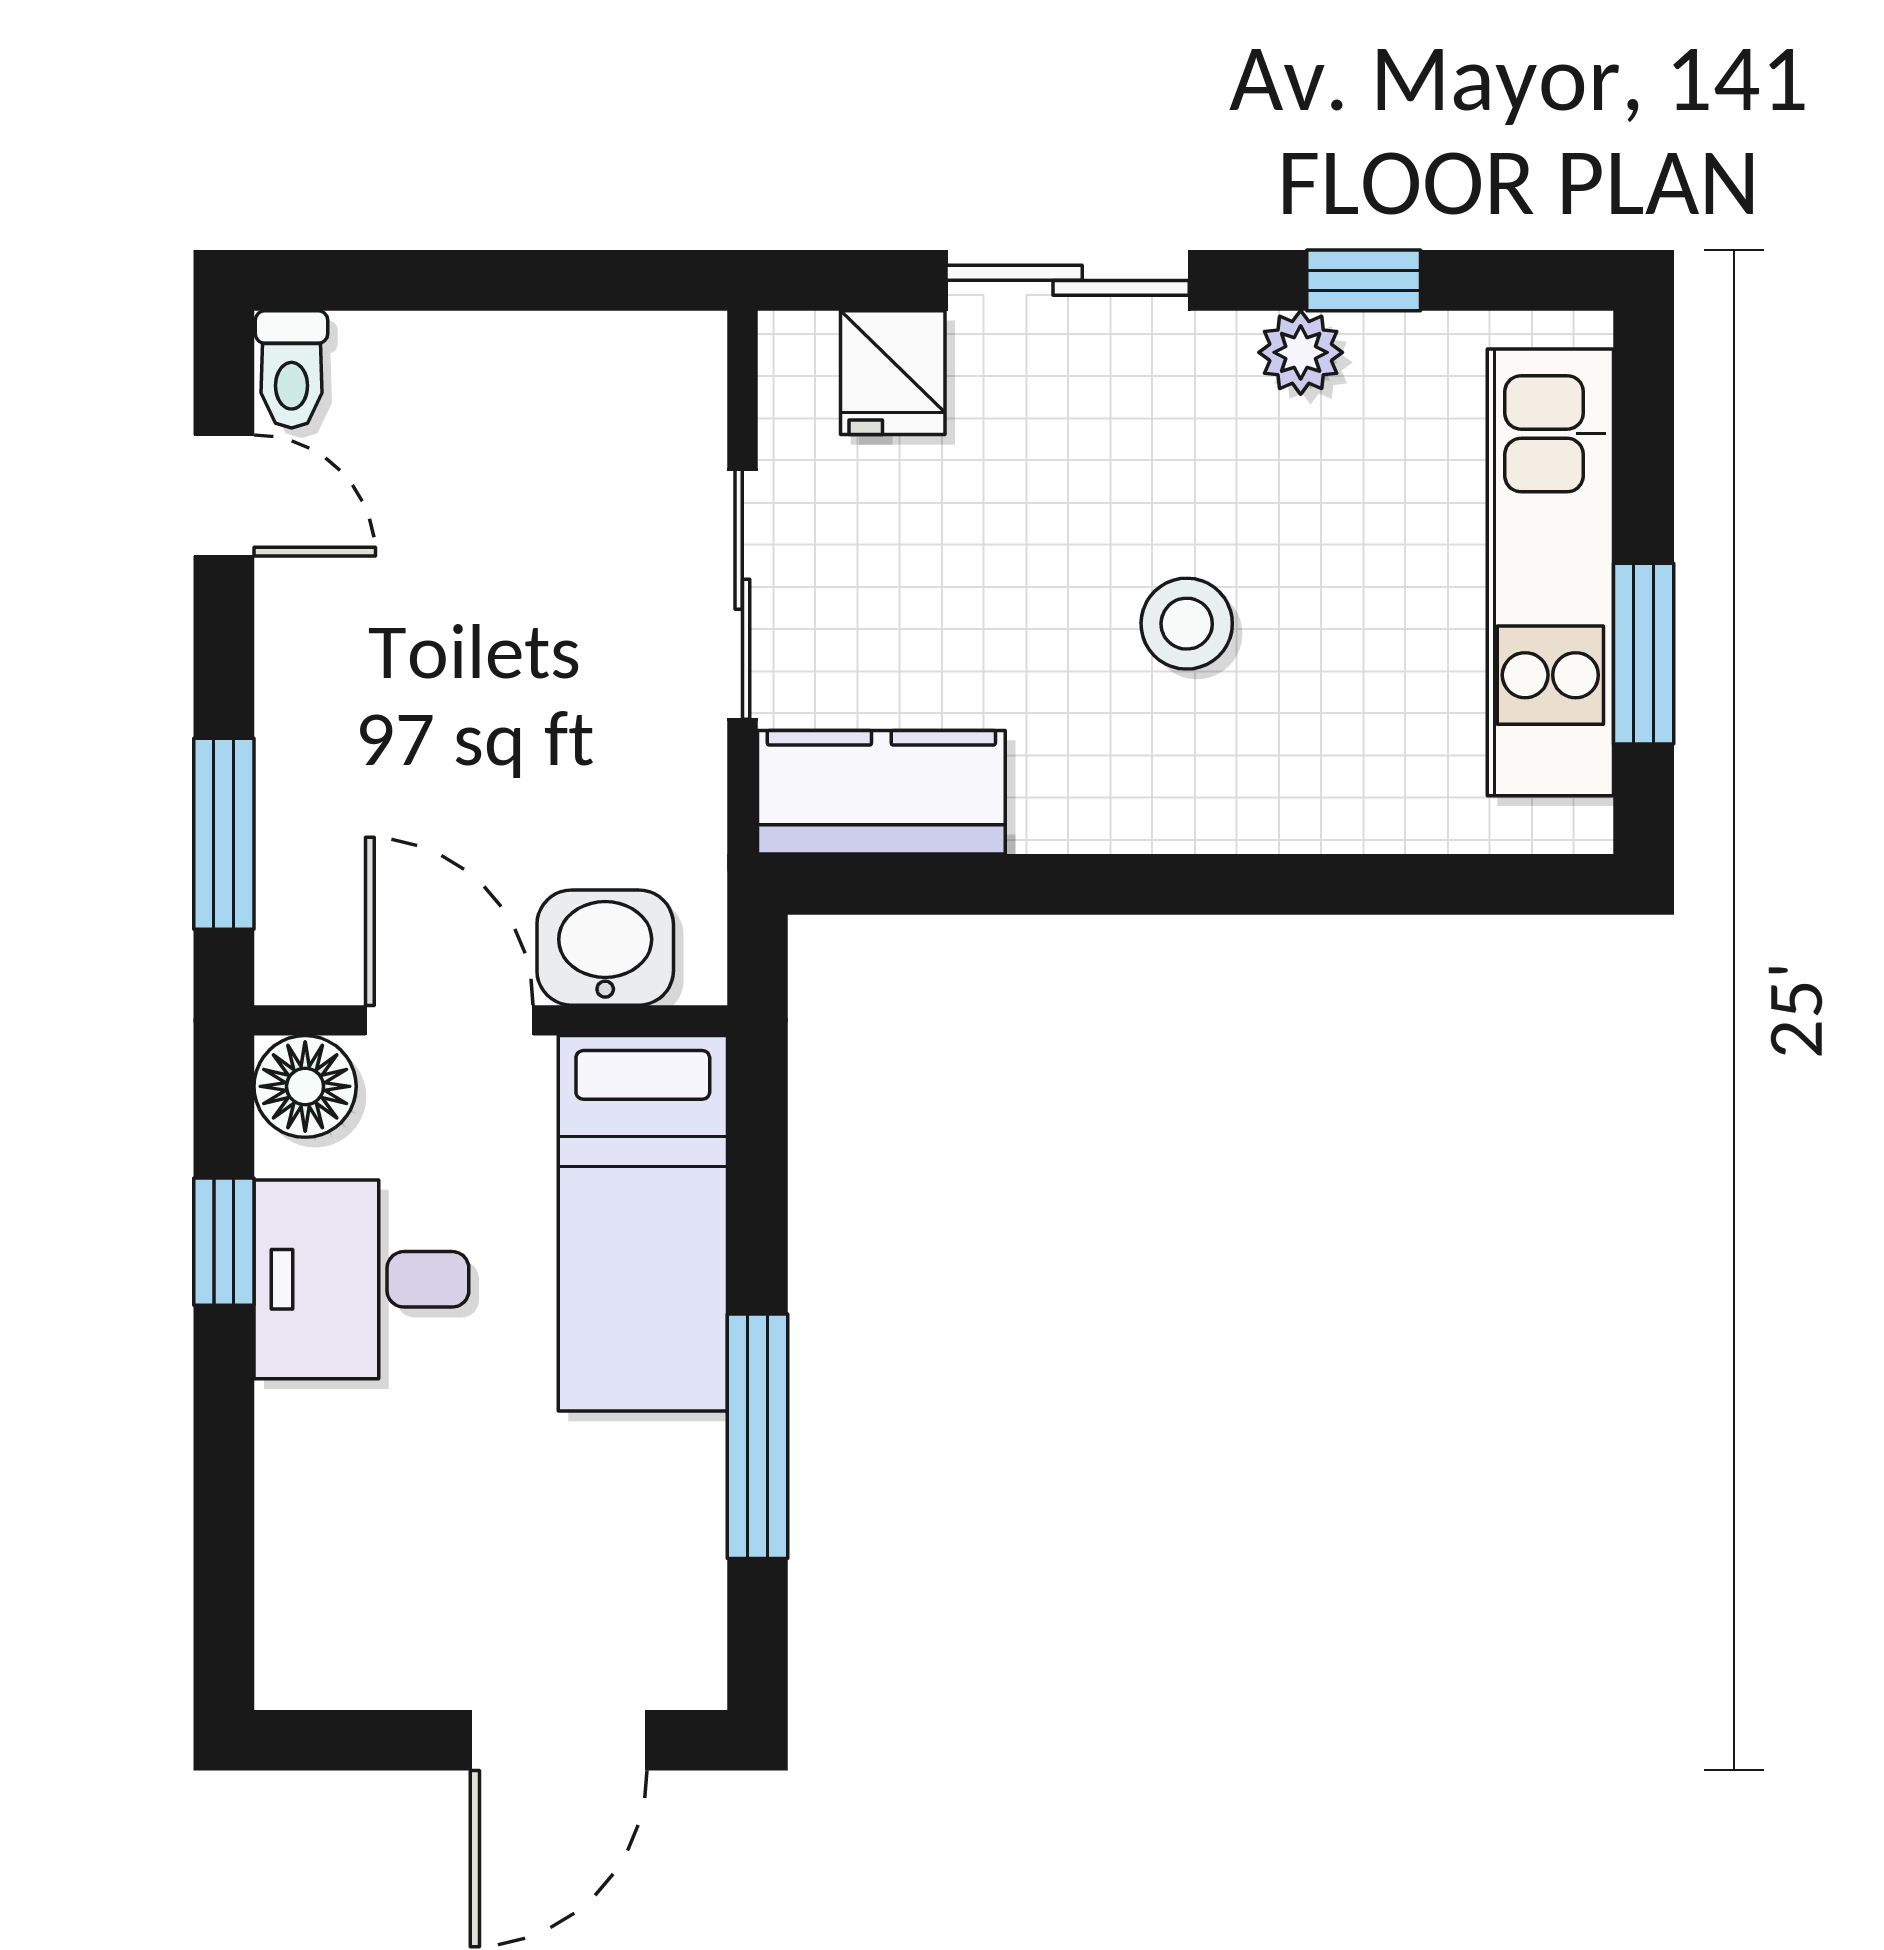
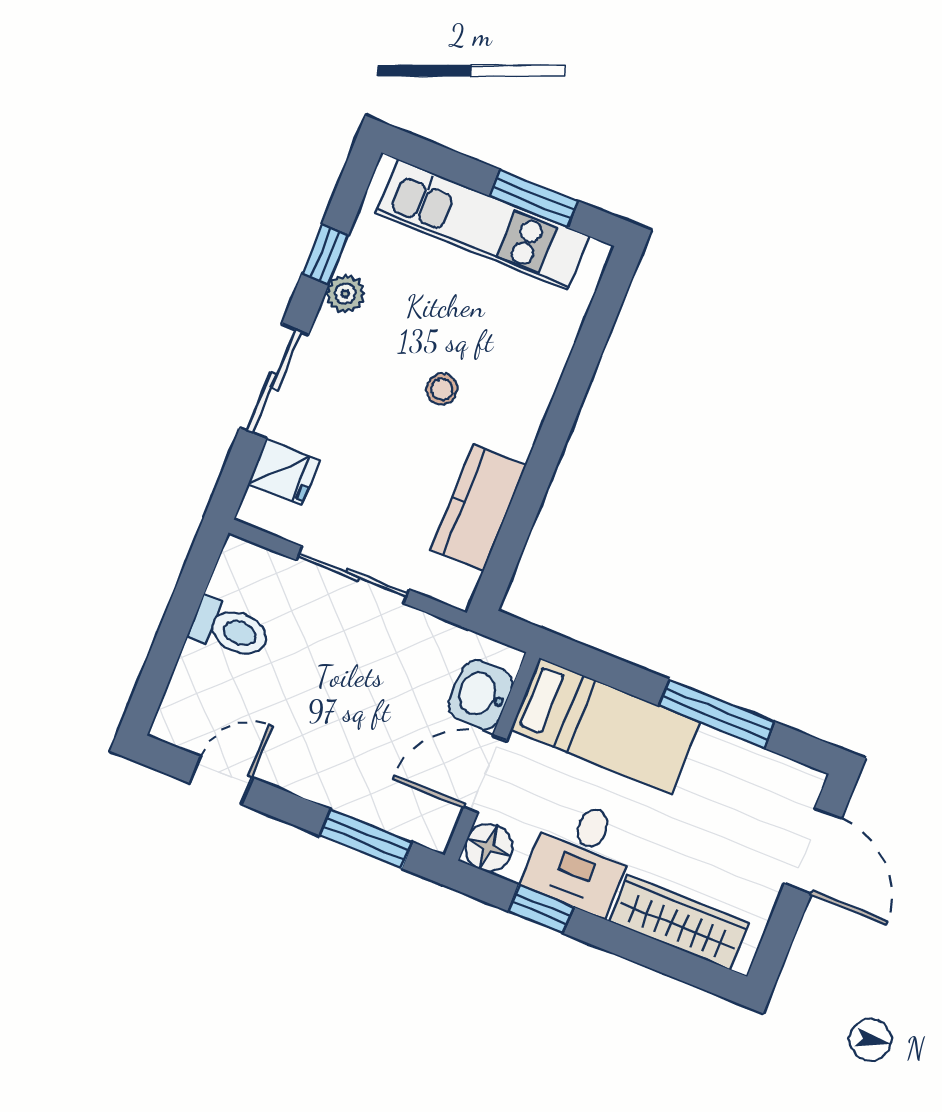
toilet: (292, 369) -> (230, 629), moved, width x1.37, depth x1.39
stool: (1187, 624) -> (442, 389), width x0.73, depth x0.73
kitchen counter: (881, 792) -> (478, 508), moved
wardrobe: (309, 1529) -> (679, 922), added

